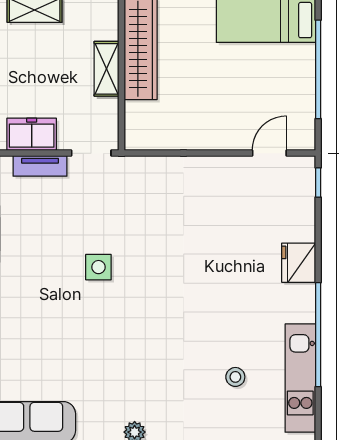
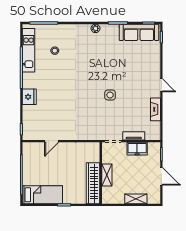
door: (269, 153) -> (52, 141), moved

